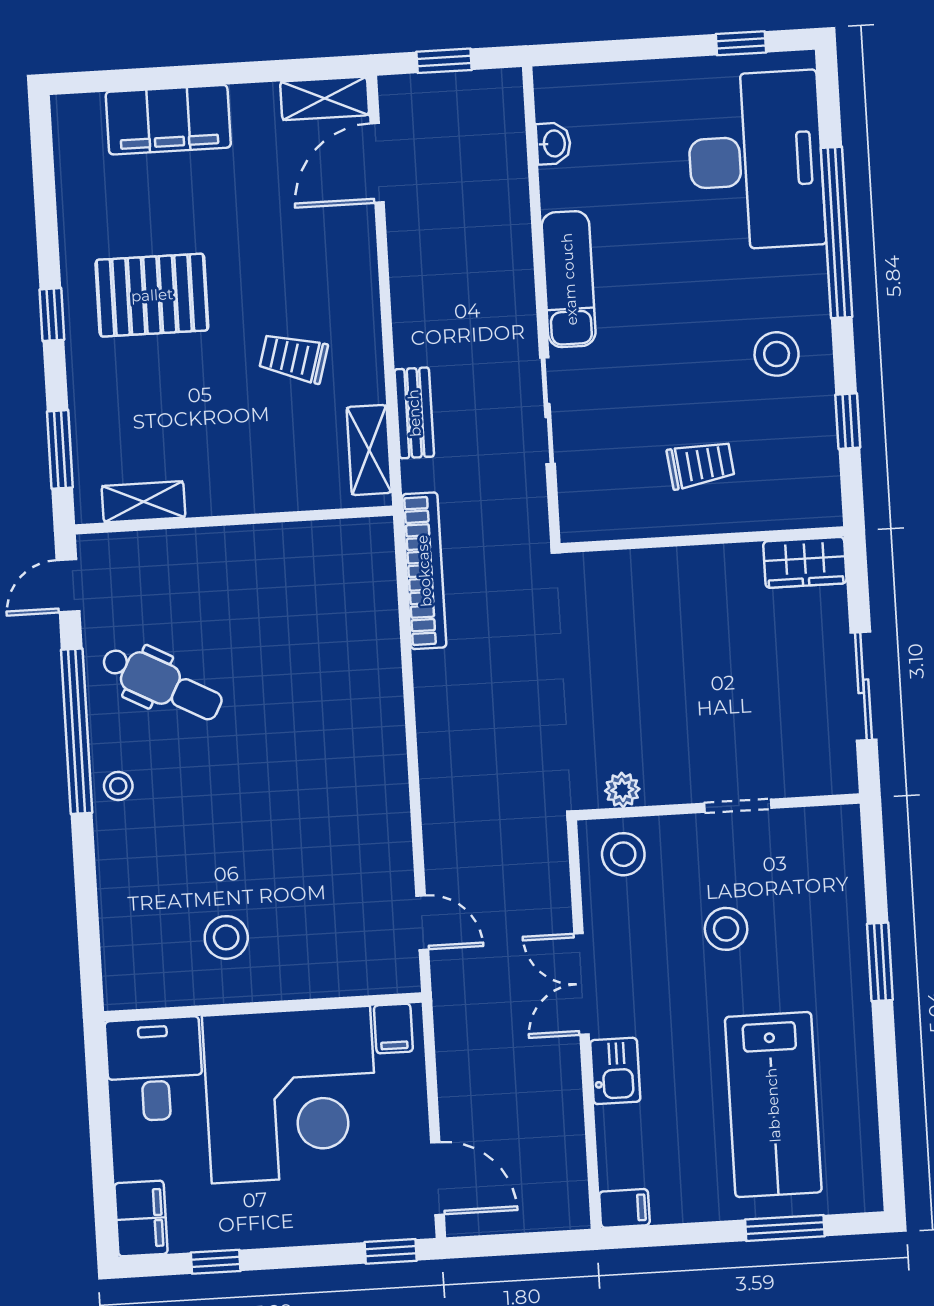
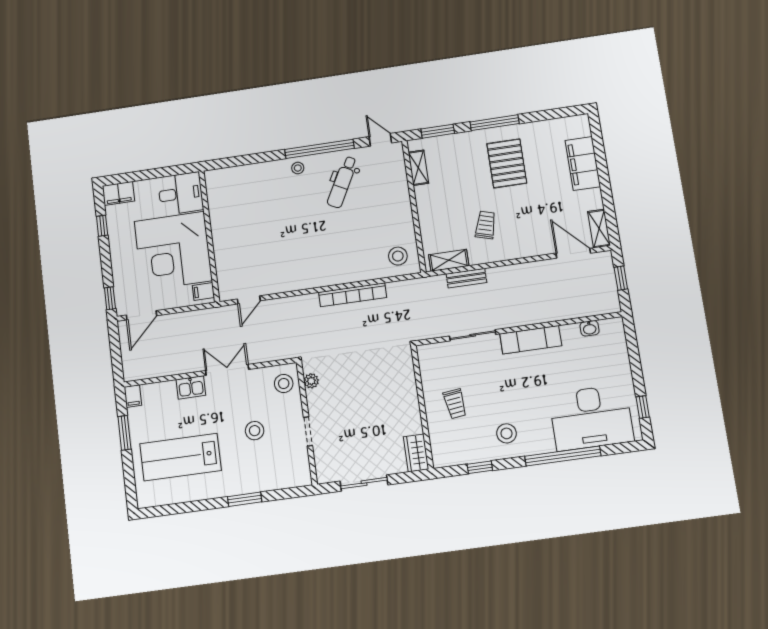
window: (52, 315) -> (494, 123), width x2.17
bookcase: (424, 571) -> (353, 295), moved
stool: (226, 937) -> (398, 256), moved
window: (785, 1228) -> (124, 433), moved

